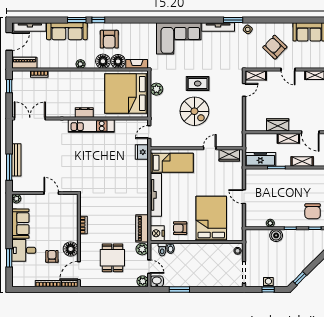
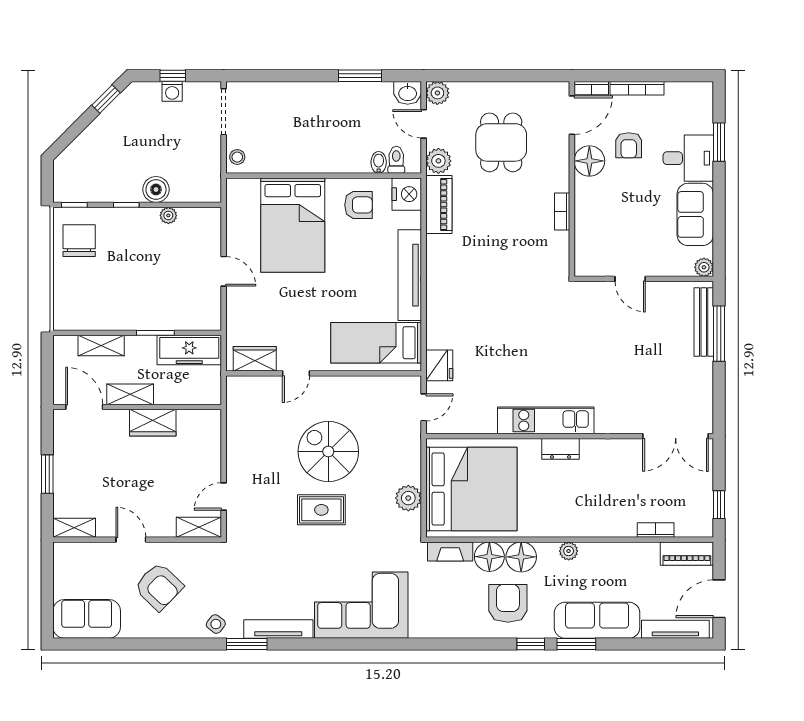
bench: (16, 160) -> (704, 322), moved

